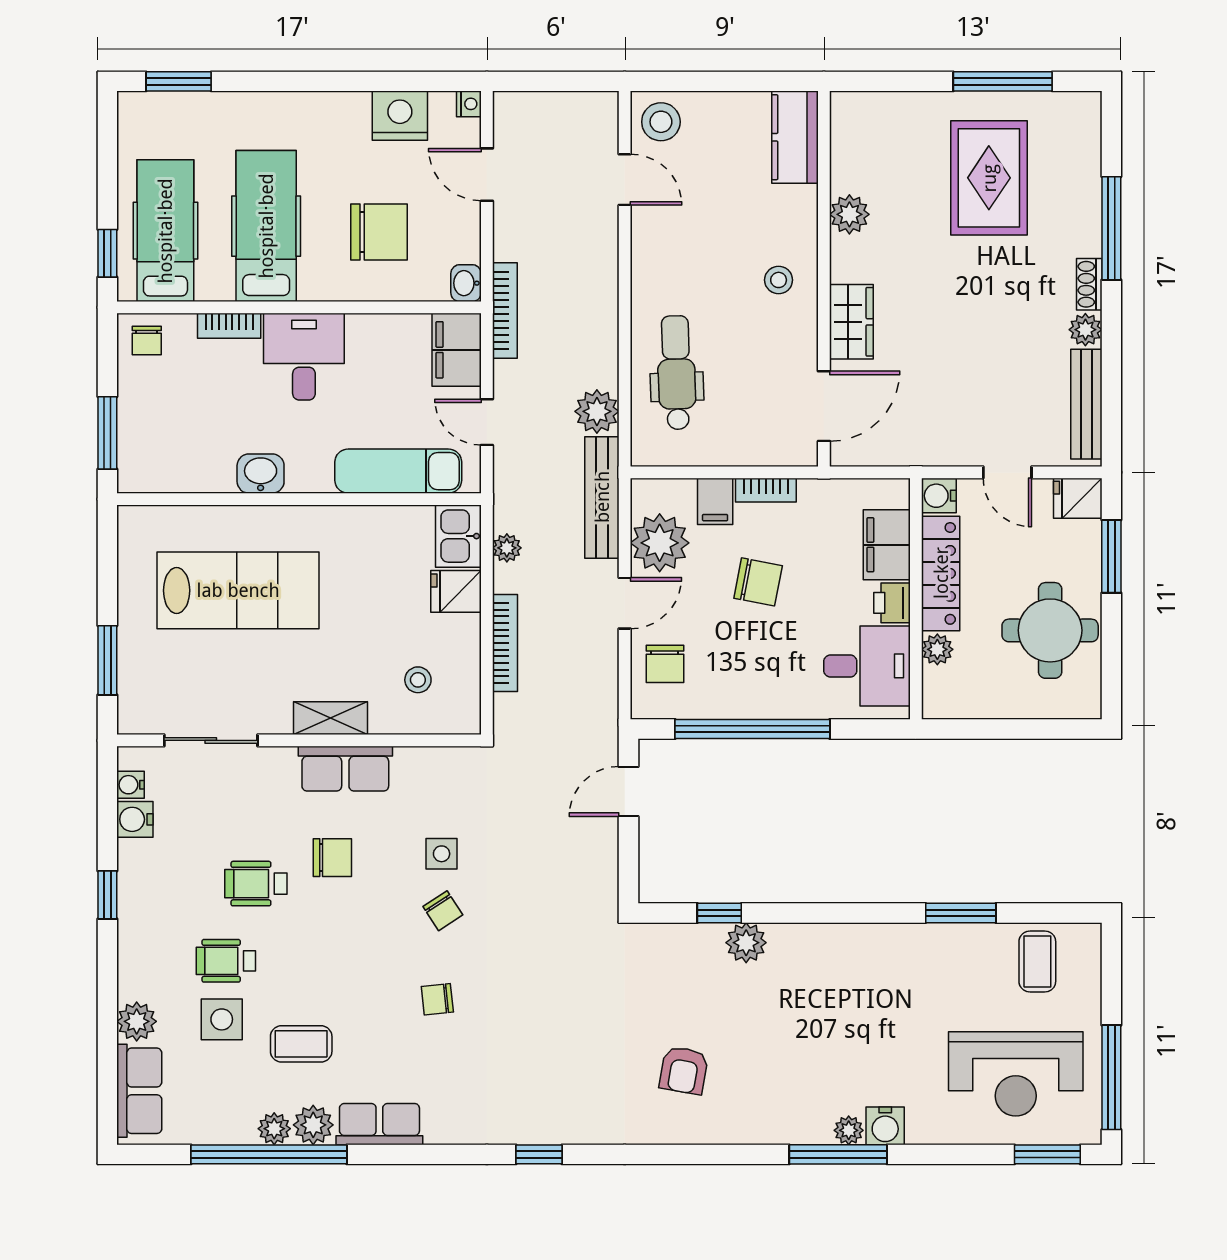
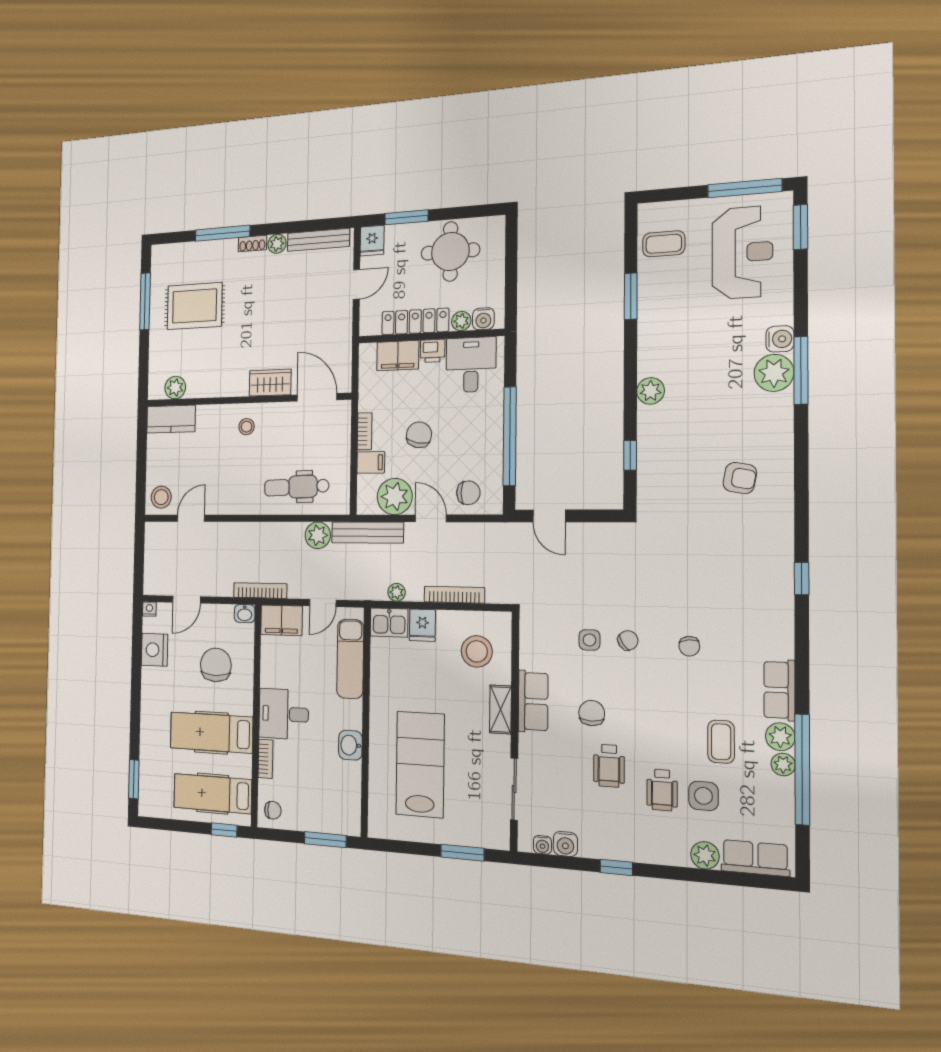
plant: (849, 214) -> (175, 388), moved
water cooler: (939, 496) -> (483, 319), moved
stool: (418, 680) -> (477, 651), width x1.89, depth x1.89
plant: (746, 943) -> (651, 391), moved
plant: (849, 1130) -> (774, 373), width x1.87, depth x1.87

